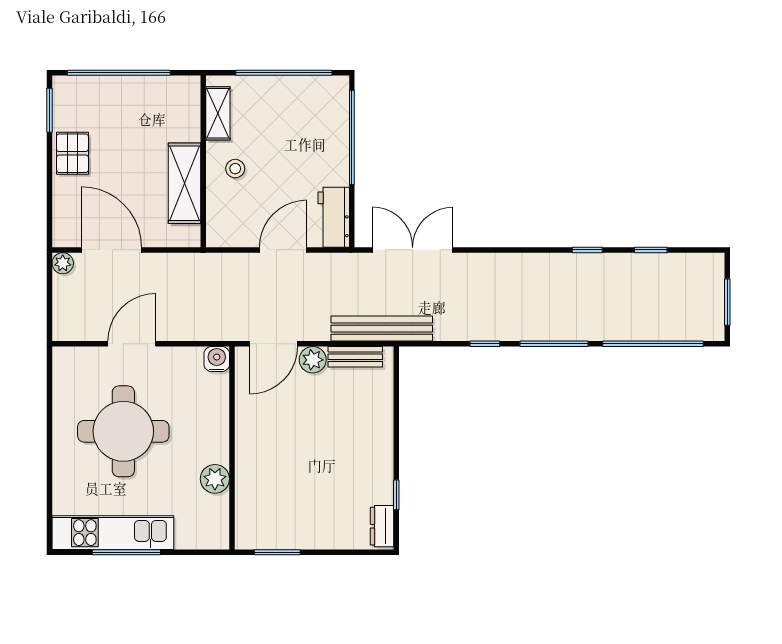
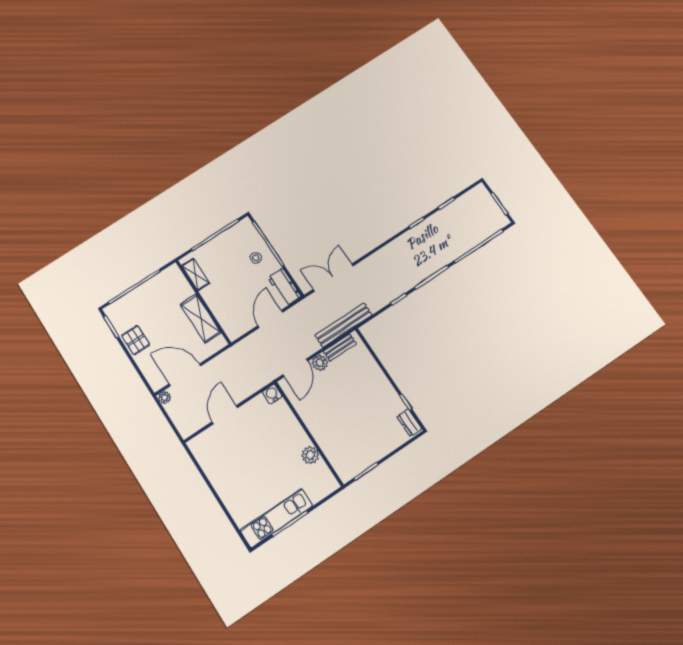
stool: (235, 169) -> (256, 258), moved
round table: (123, 431) -> (249, 462), removed

